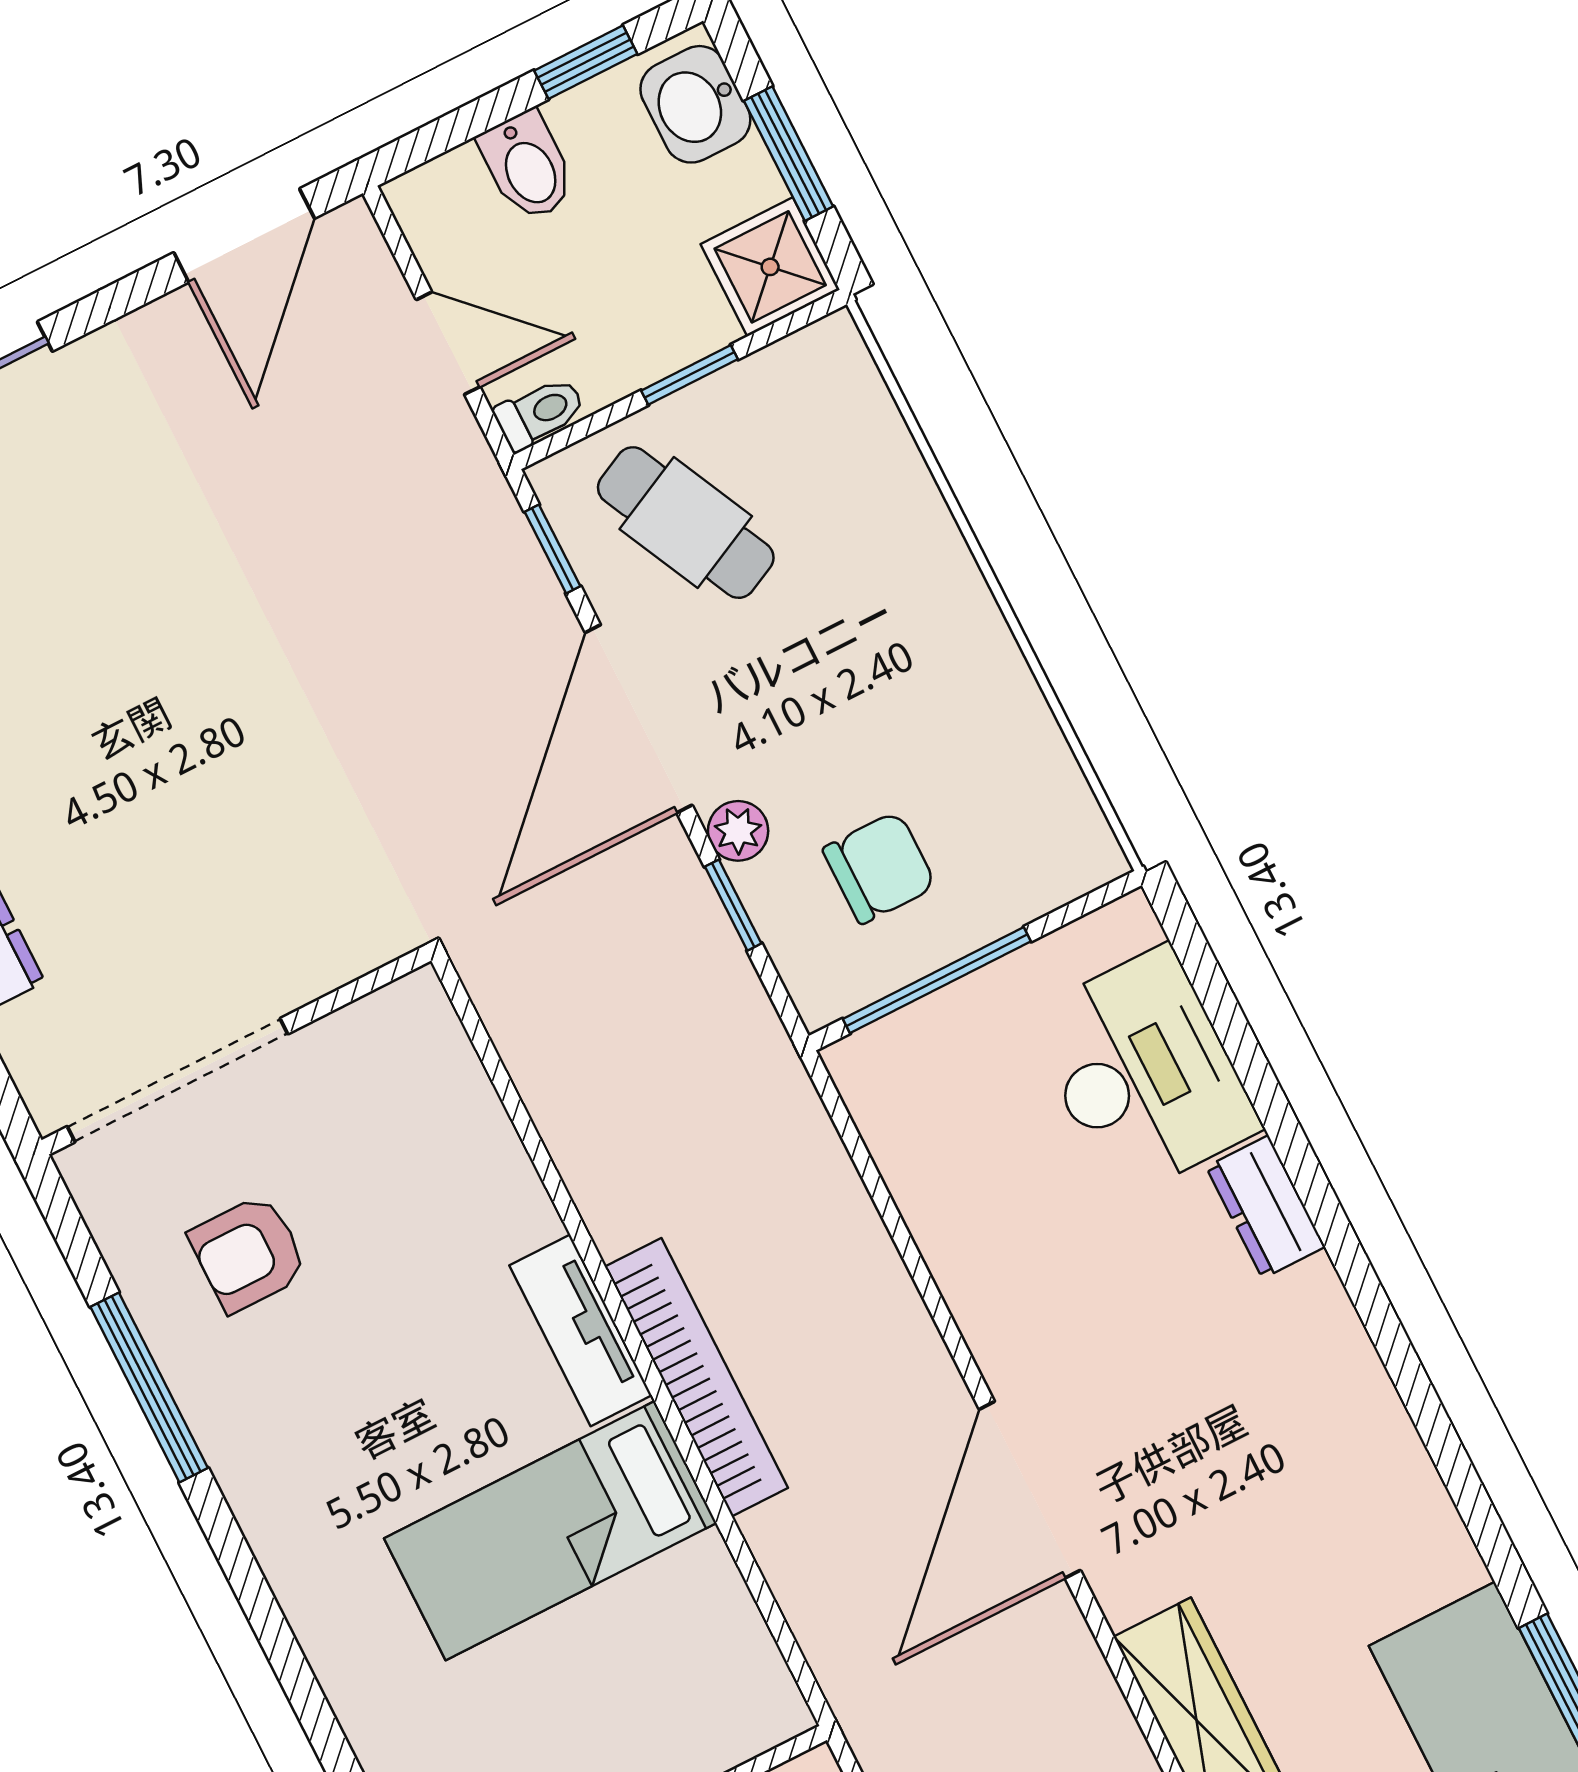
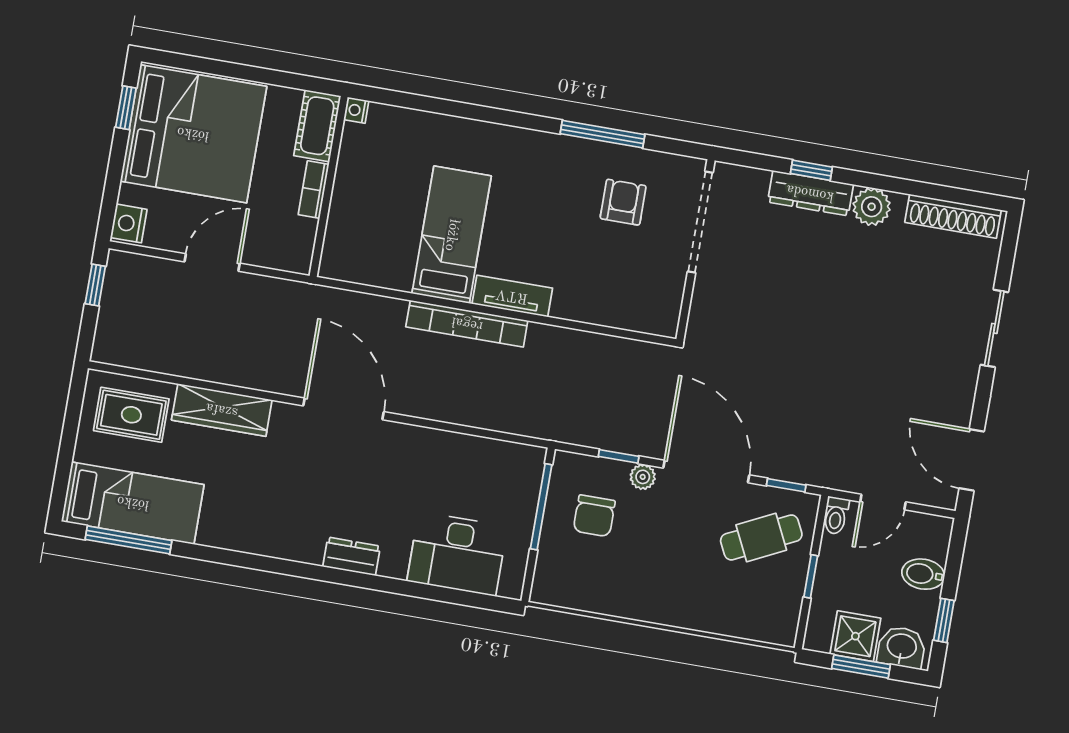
shower: (770, 267) -> (855, 636), moved
dresser: (1266, 1207) -> (352, 556), moved

